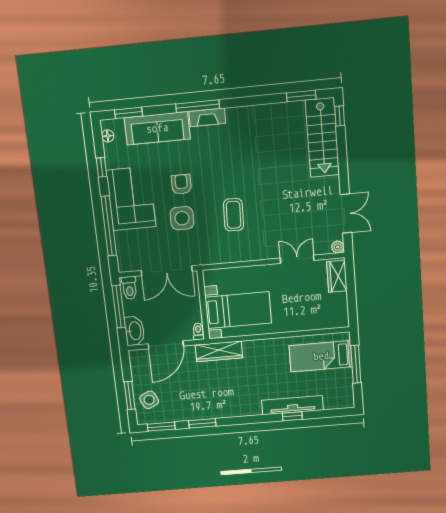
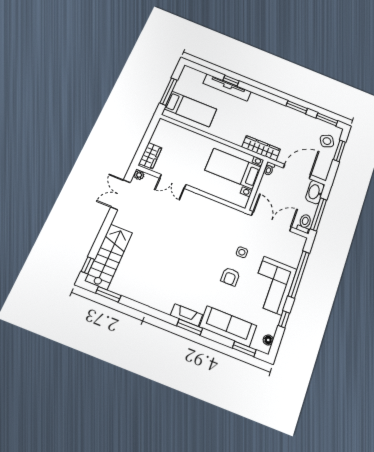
window: (198, 106) -> (190, 327), width x0.69
coffee table: (234, 215) -> (203, 235), removed
side table: (182, 218) -> (242, 252), width x0.54, depth x0.54

